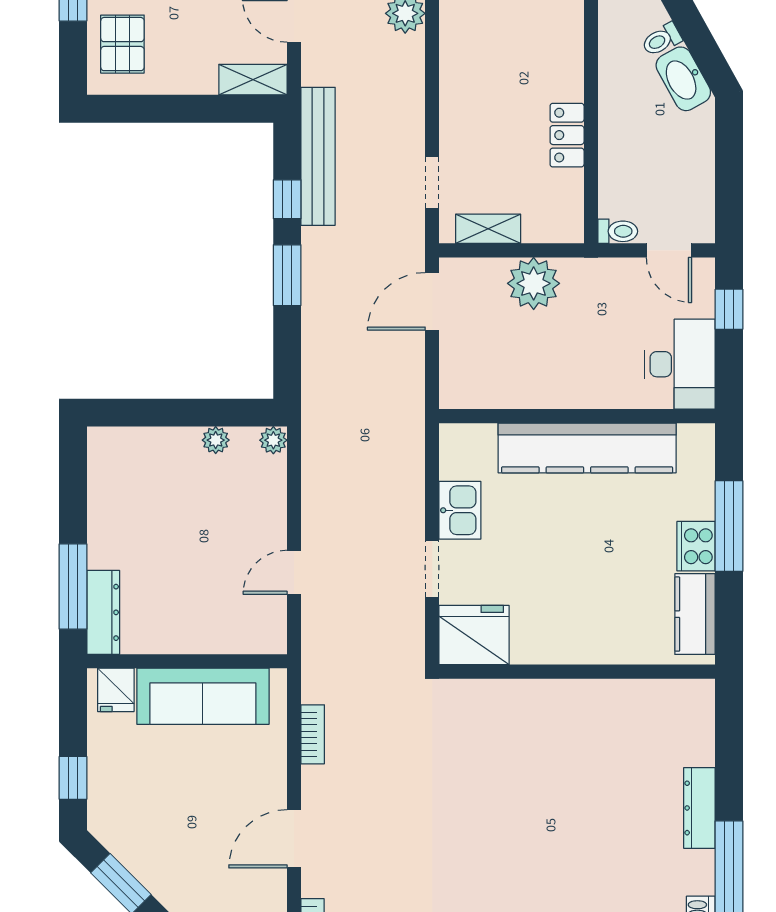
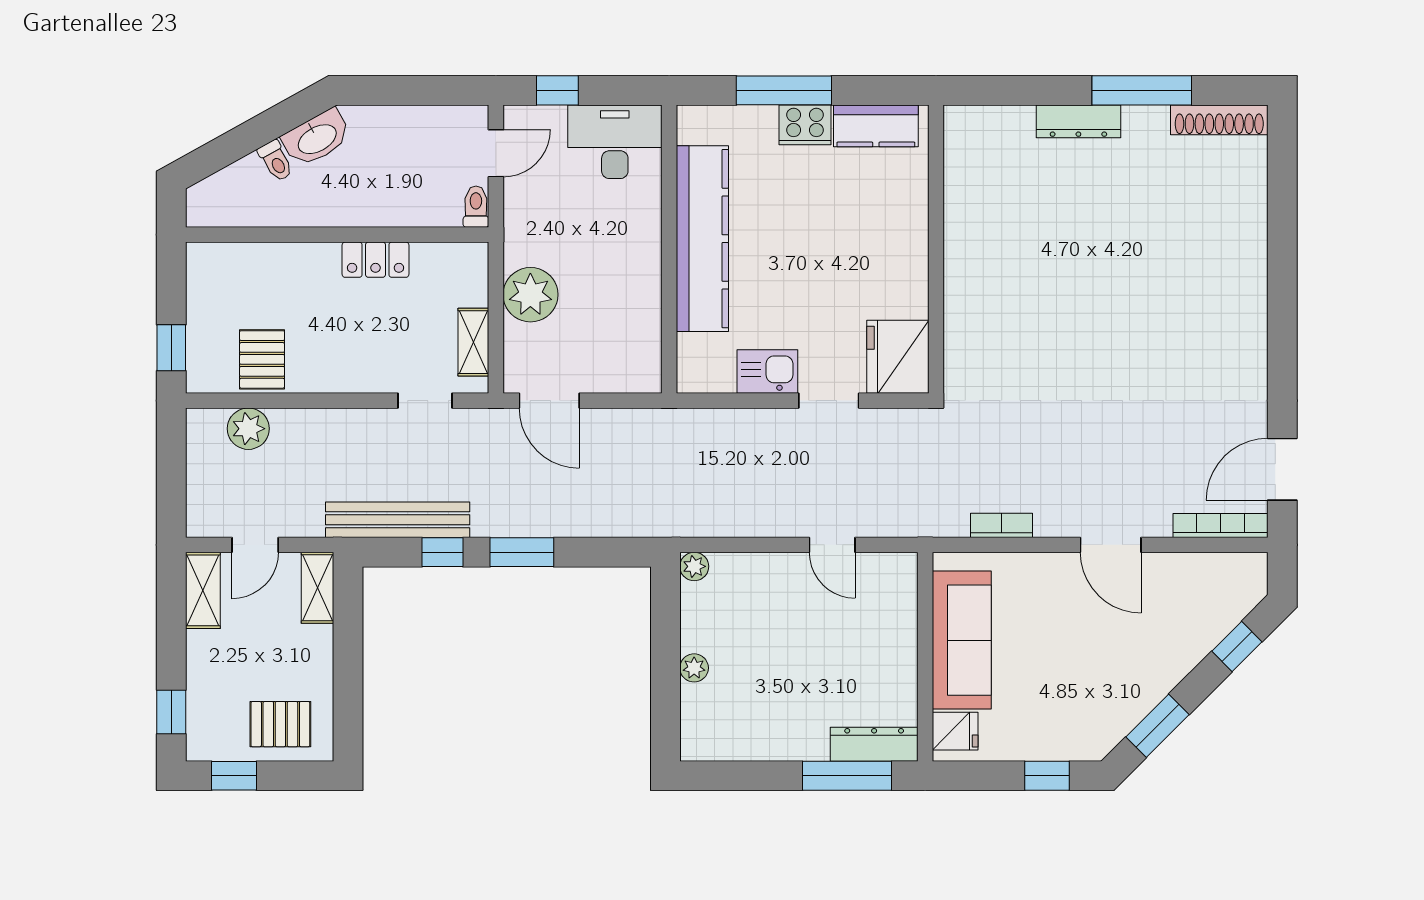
pallet: (472, 27) -> (262, 359), added
plant: (216, 440) -> (694, 668), moved

